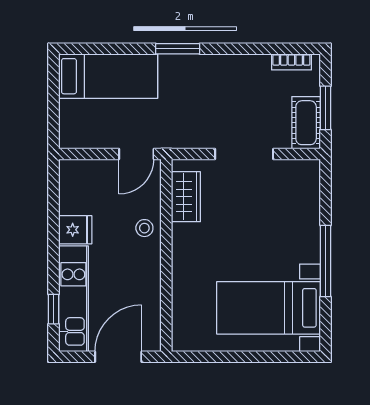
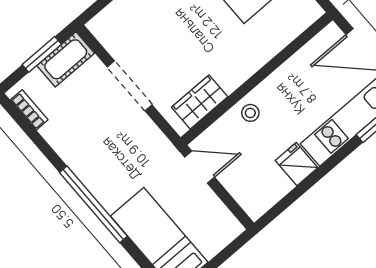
window: (178, 49) -> (93, 204), width x2.11

